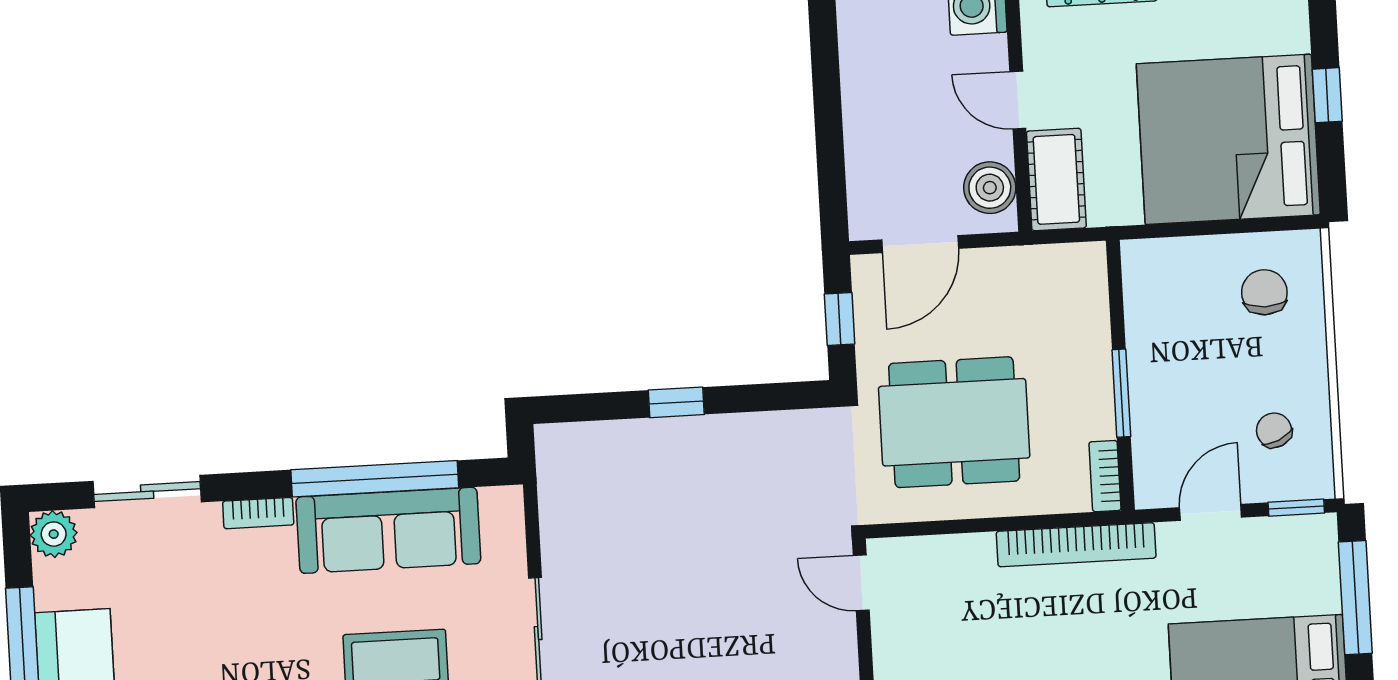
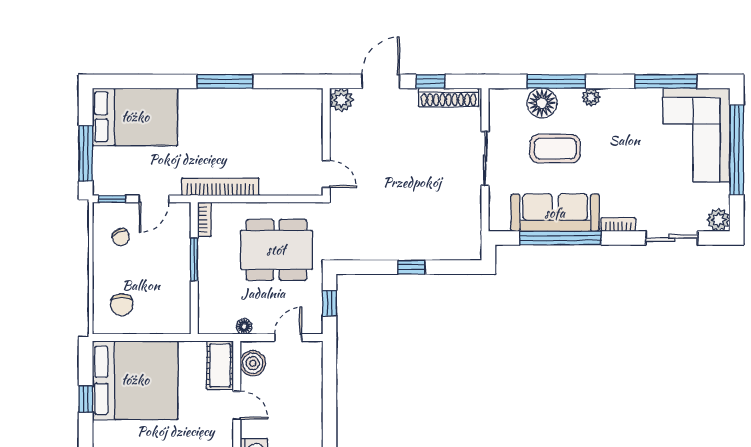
door: (920, 244) -> (288, 338), width x0.73
floor lamp: (1012, 262) -> (244, 326), added

